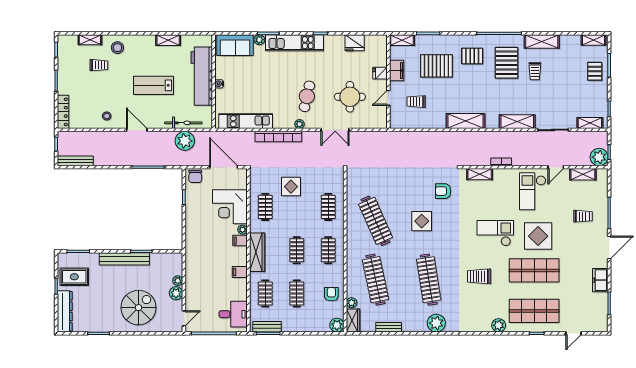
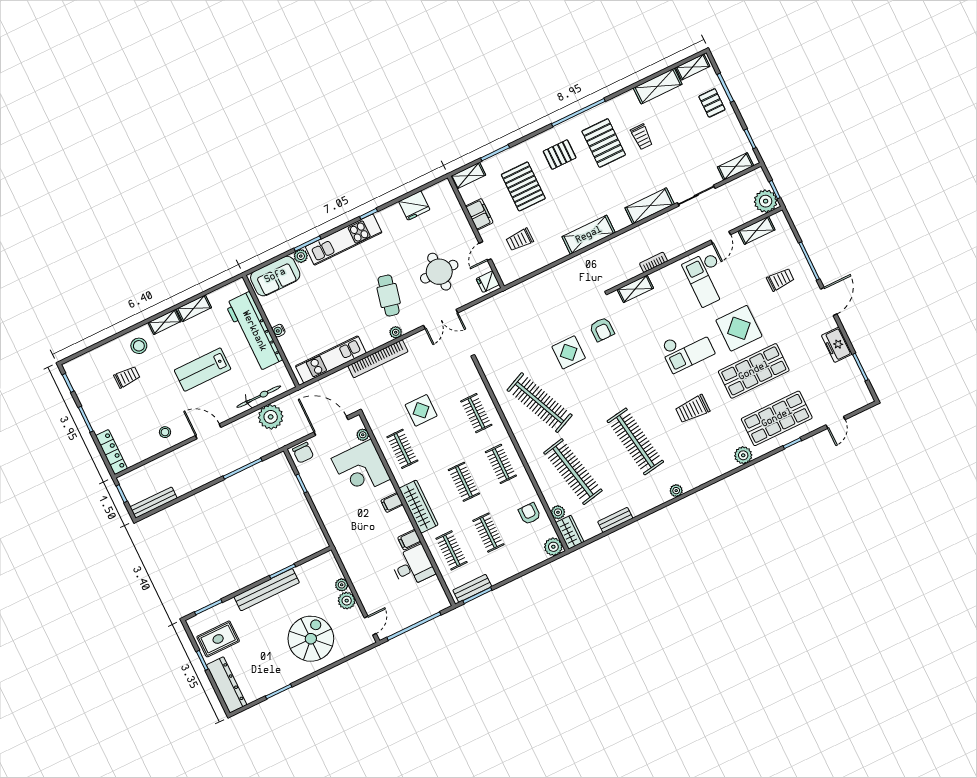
shelving: (90, 40) -> (164, 322), moved
shelving: (542, 41) -> (658, 86), moved
pallet: (436, 66) -> (523, 186), turned 90
fridge: (380, 73) -> (488, 282), moved
armchair: (443, 191) -> (602, 329), turned -90
display table: (422, 221) -> (569, 352), moved
plant: (242, 230) -> (363, 435), moved
checkout: (495, 233) -> (687, 349), turned 180
desk: (233, 314) -> (413, 566), moved
plant: (436, 323) -> (676, 491), width x0.53, depth x0.53

